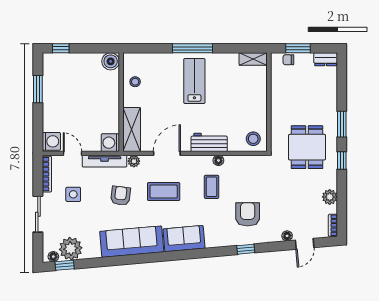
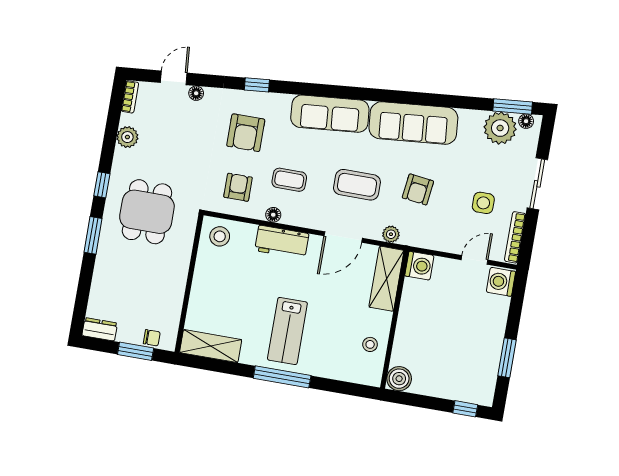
shelving: (253, 59) -> (211, 346), width x1.50, depth x1.33
door: (72, 153) -> (474, 260), swing flipped
tv unit: (105, 161) -> (432, 241), removed
armchair: (246, 175) -> (238, 187), added
coffee table: (212, 187) -> (289, 180), turned 90
sofa: (184, 239) -> (330, 114), width x1.36
window: (65, 265) -> (513, 106), width x1.50

